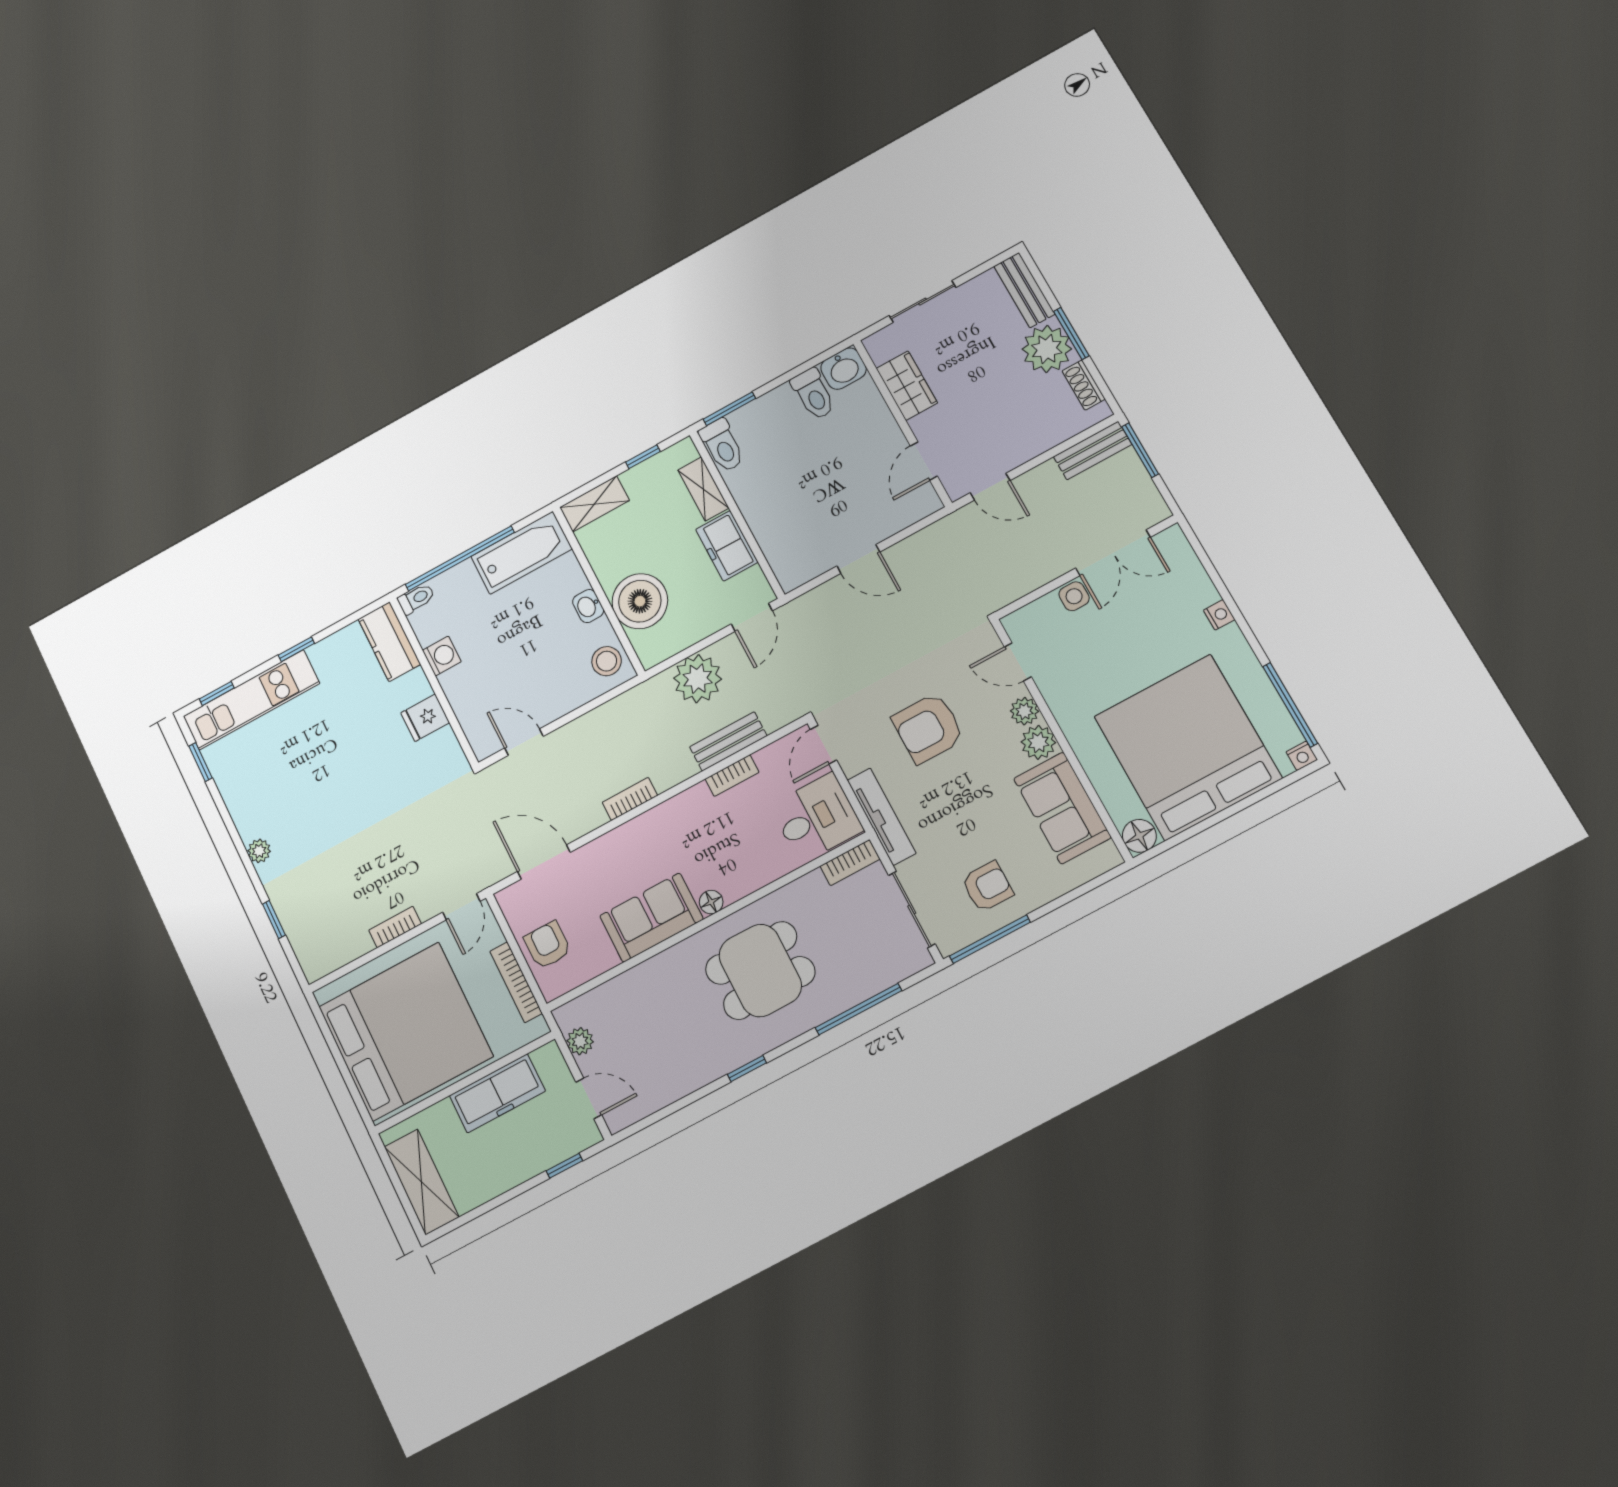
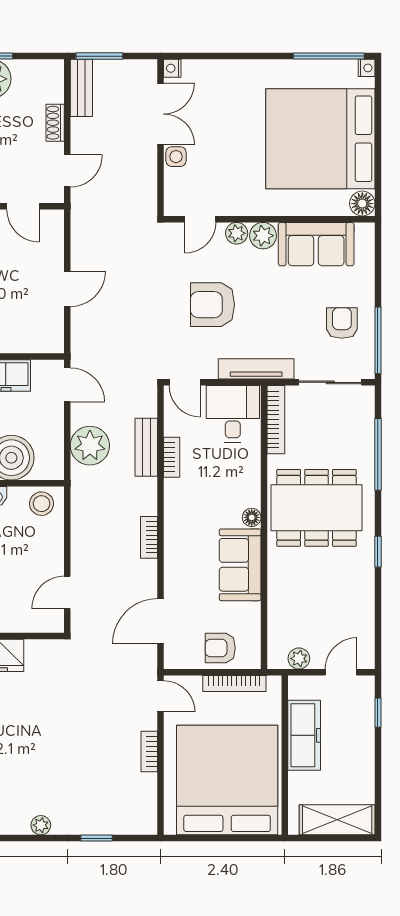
shoe rack: (1084, 385) -> (55, 123), moved, turned 90
nightstand: (1219, 615) -> (172, 68), moved, turned -90
armchair: (928, 728) -> (212, 305), turned 90
bookcase: (850, 863) -> (276, 420), width x1.56
dining table: (760, 970) -> (317, 508), width x1.38

